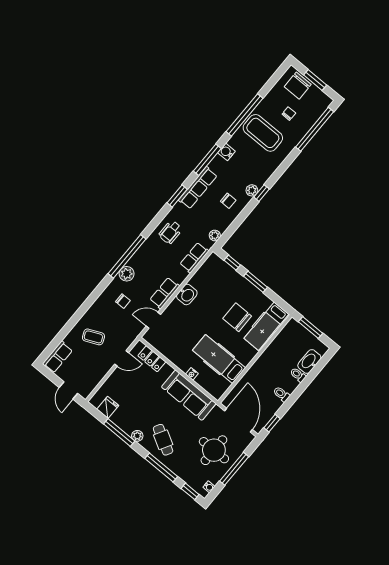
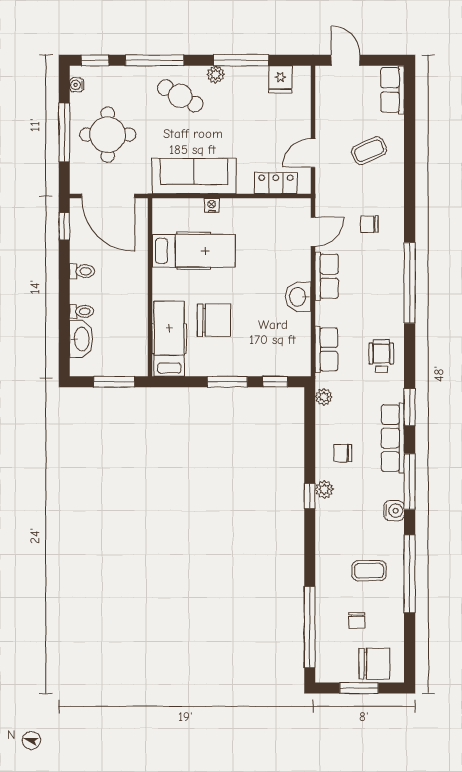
chair: (298, 86) -> (374, 664), turned 90
coffee table: (263, 133) -> (369, 571), width x0.54, depth x0.58
plant: (127, 274) -> (393, 261), removed

